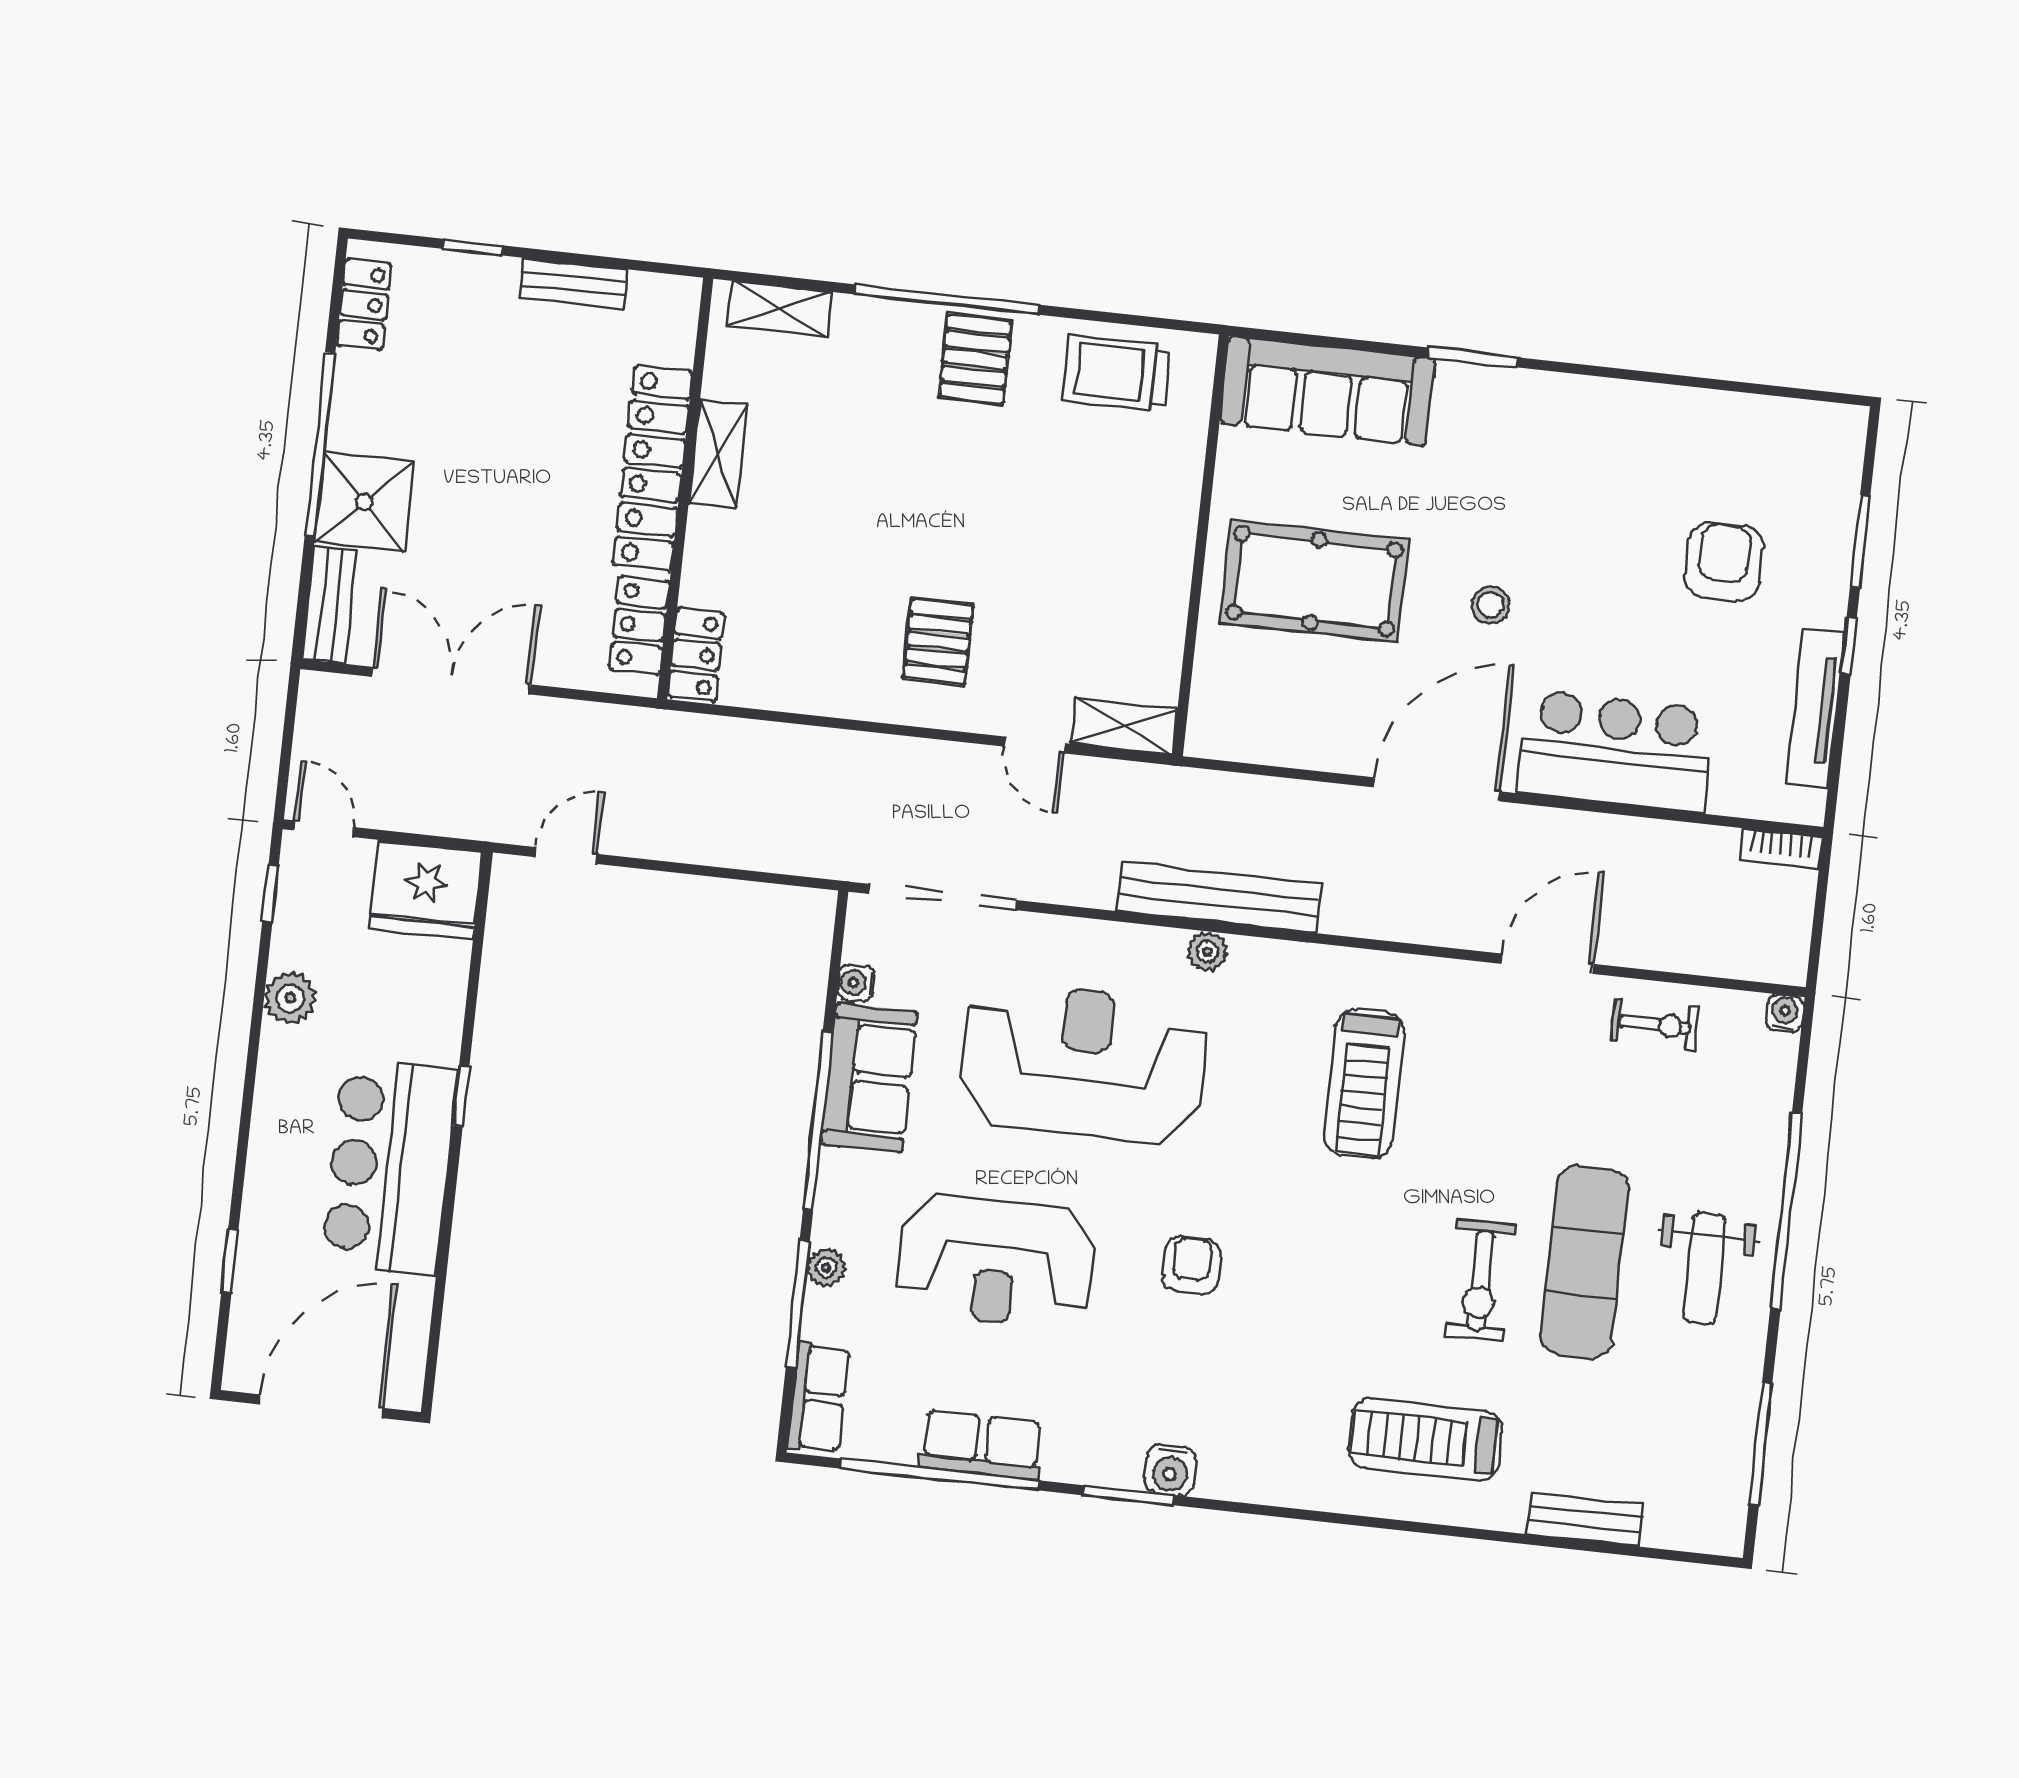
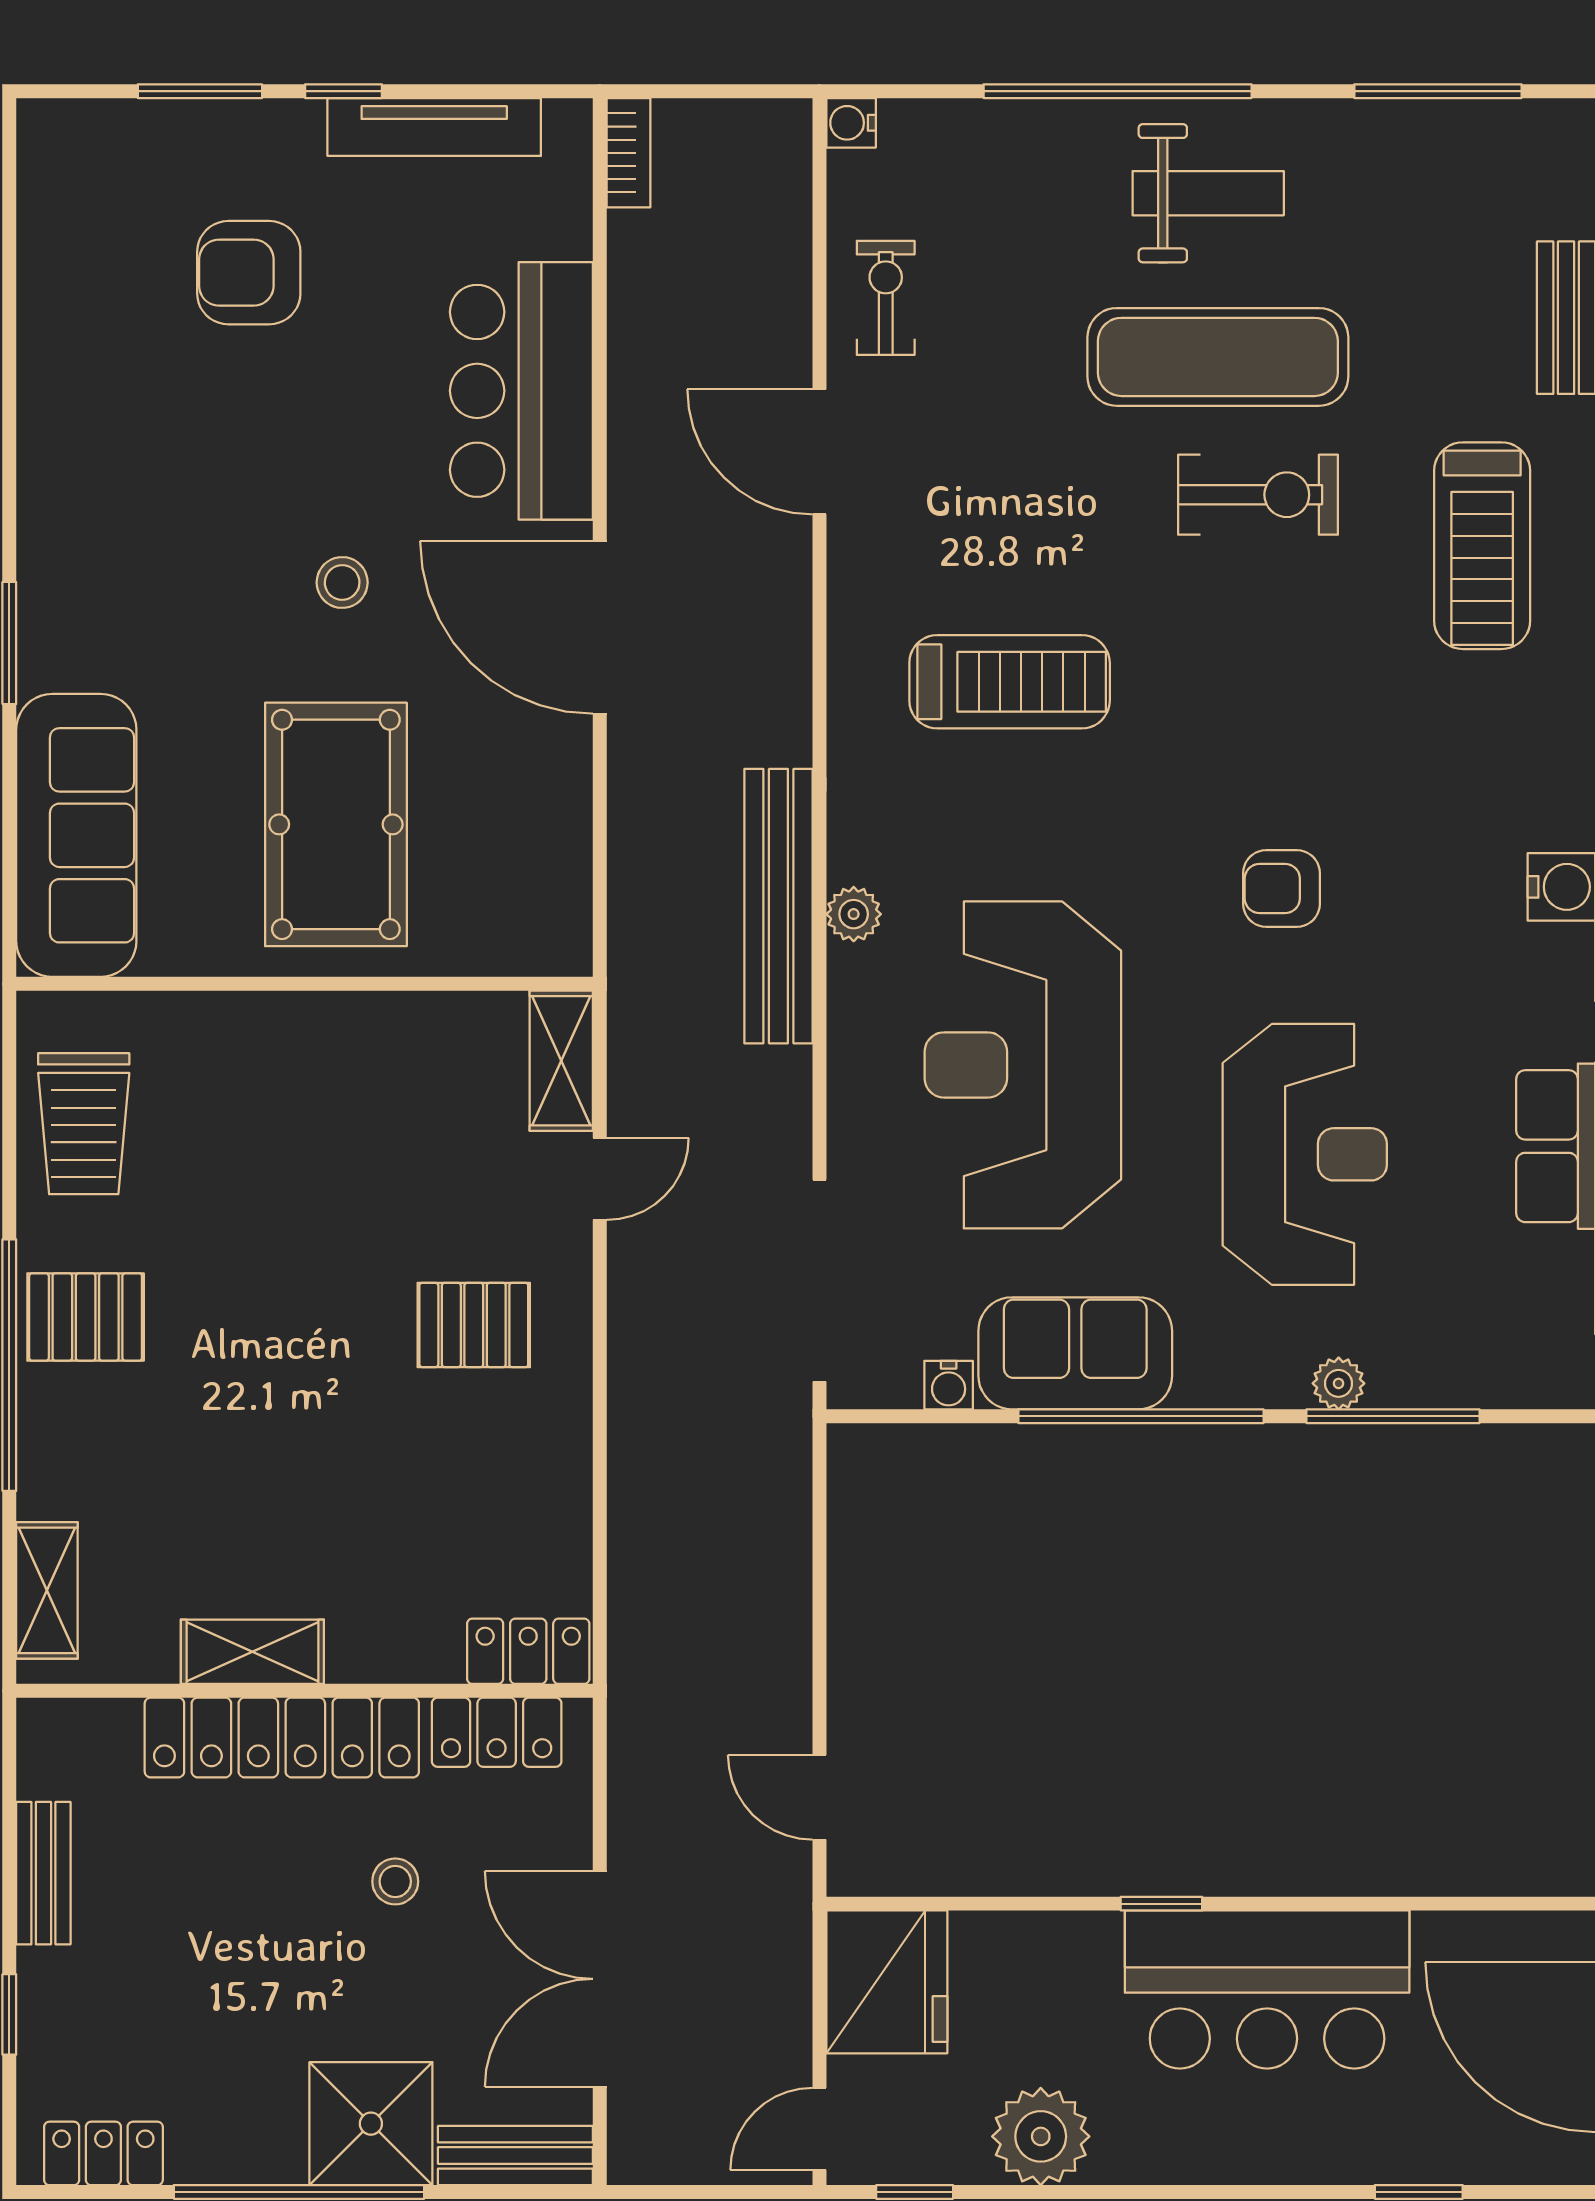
stool: (539, 539) -> (395, 1881), added
plant: (290, 998) -> (1041, 2136), width x1.36, depth x1.36
row of seats: (819, 1398) -> (1516, 1374), removed

